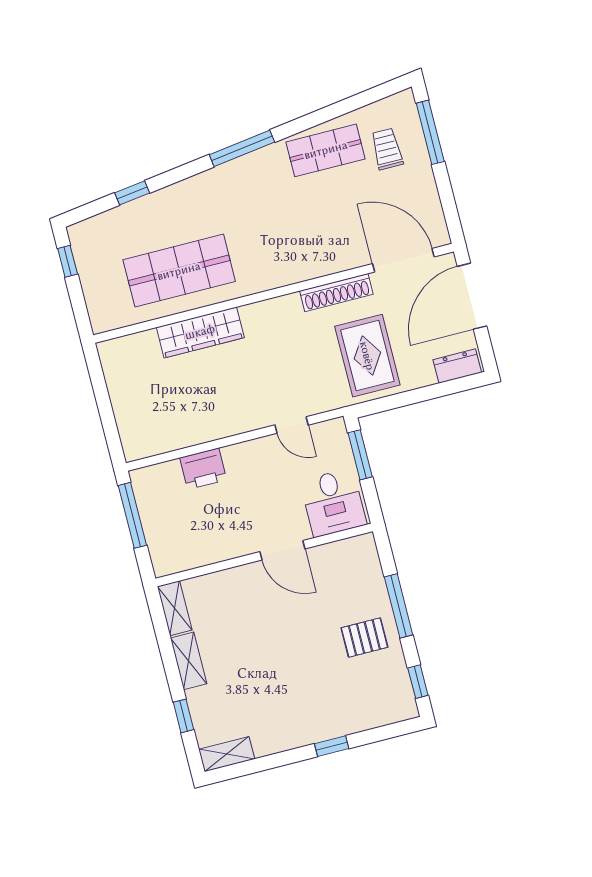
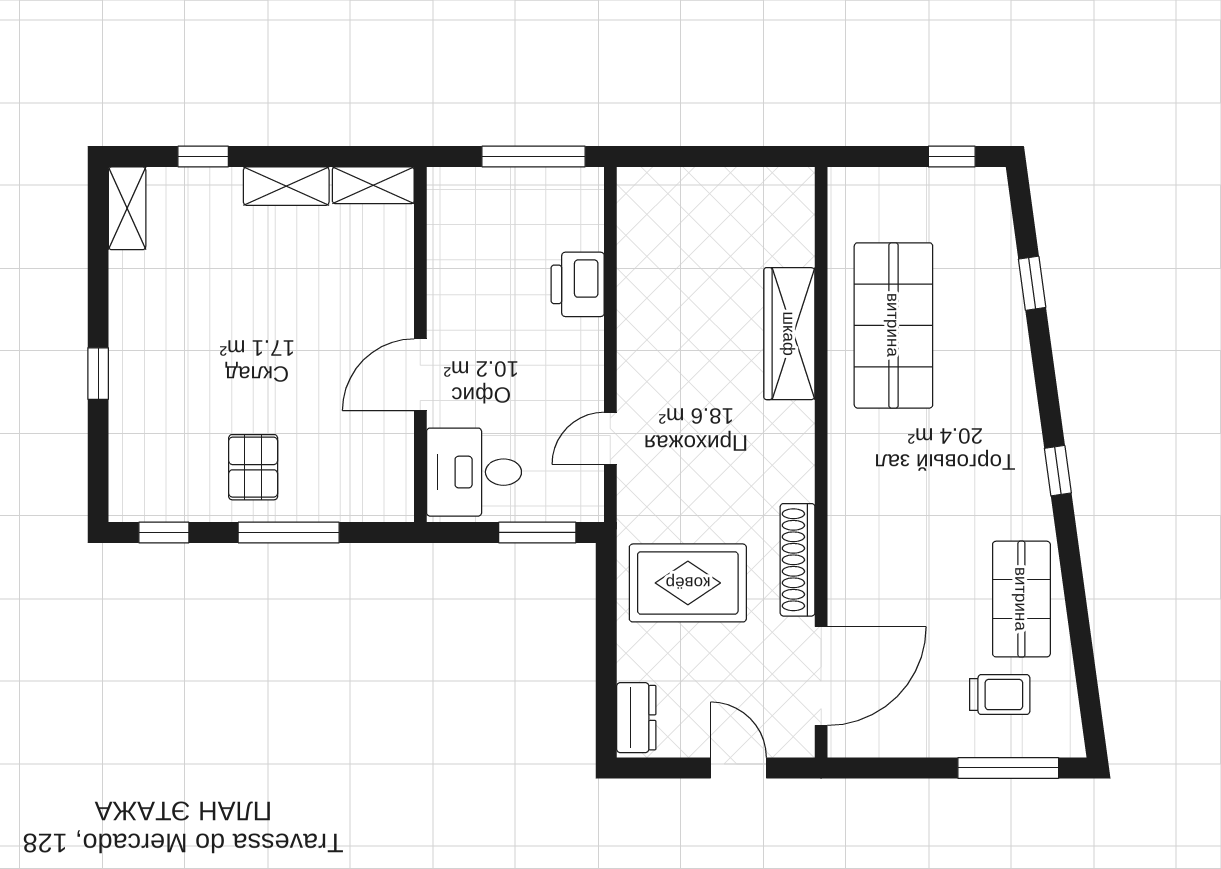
window: (242, 148) -> (1058, 471), width x0.46
door: (472, 296) -> (739, 768), width x0.53

